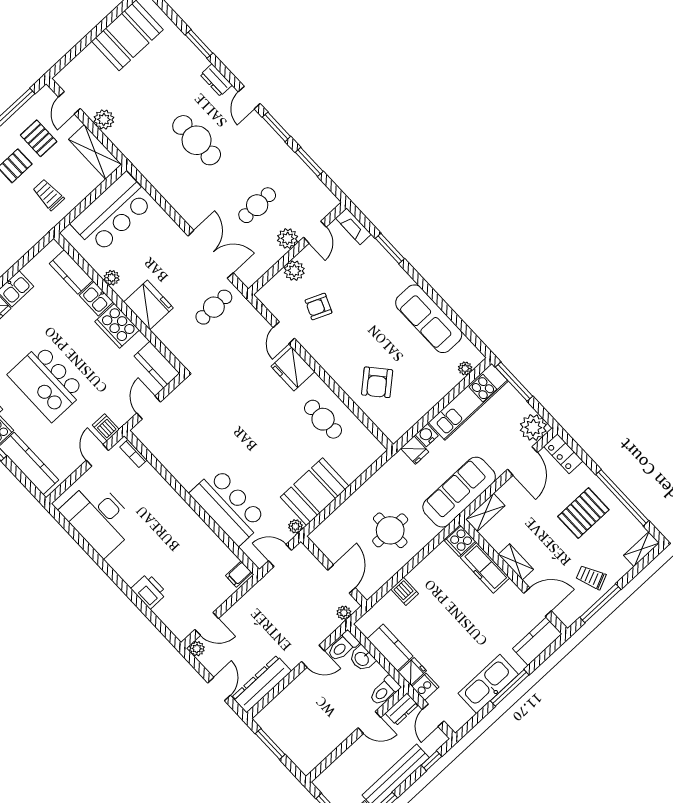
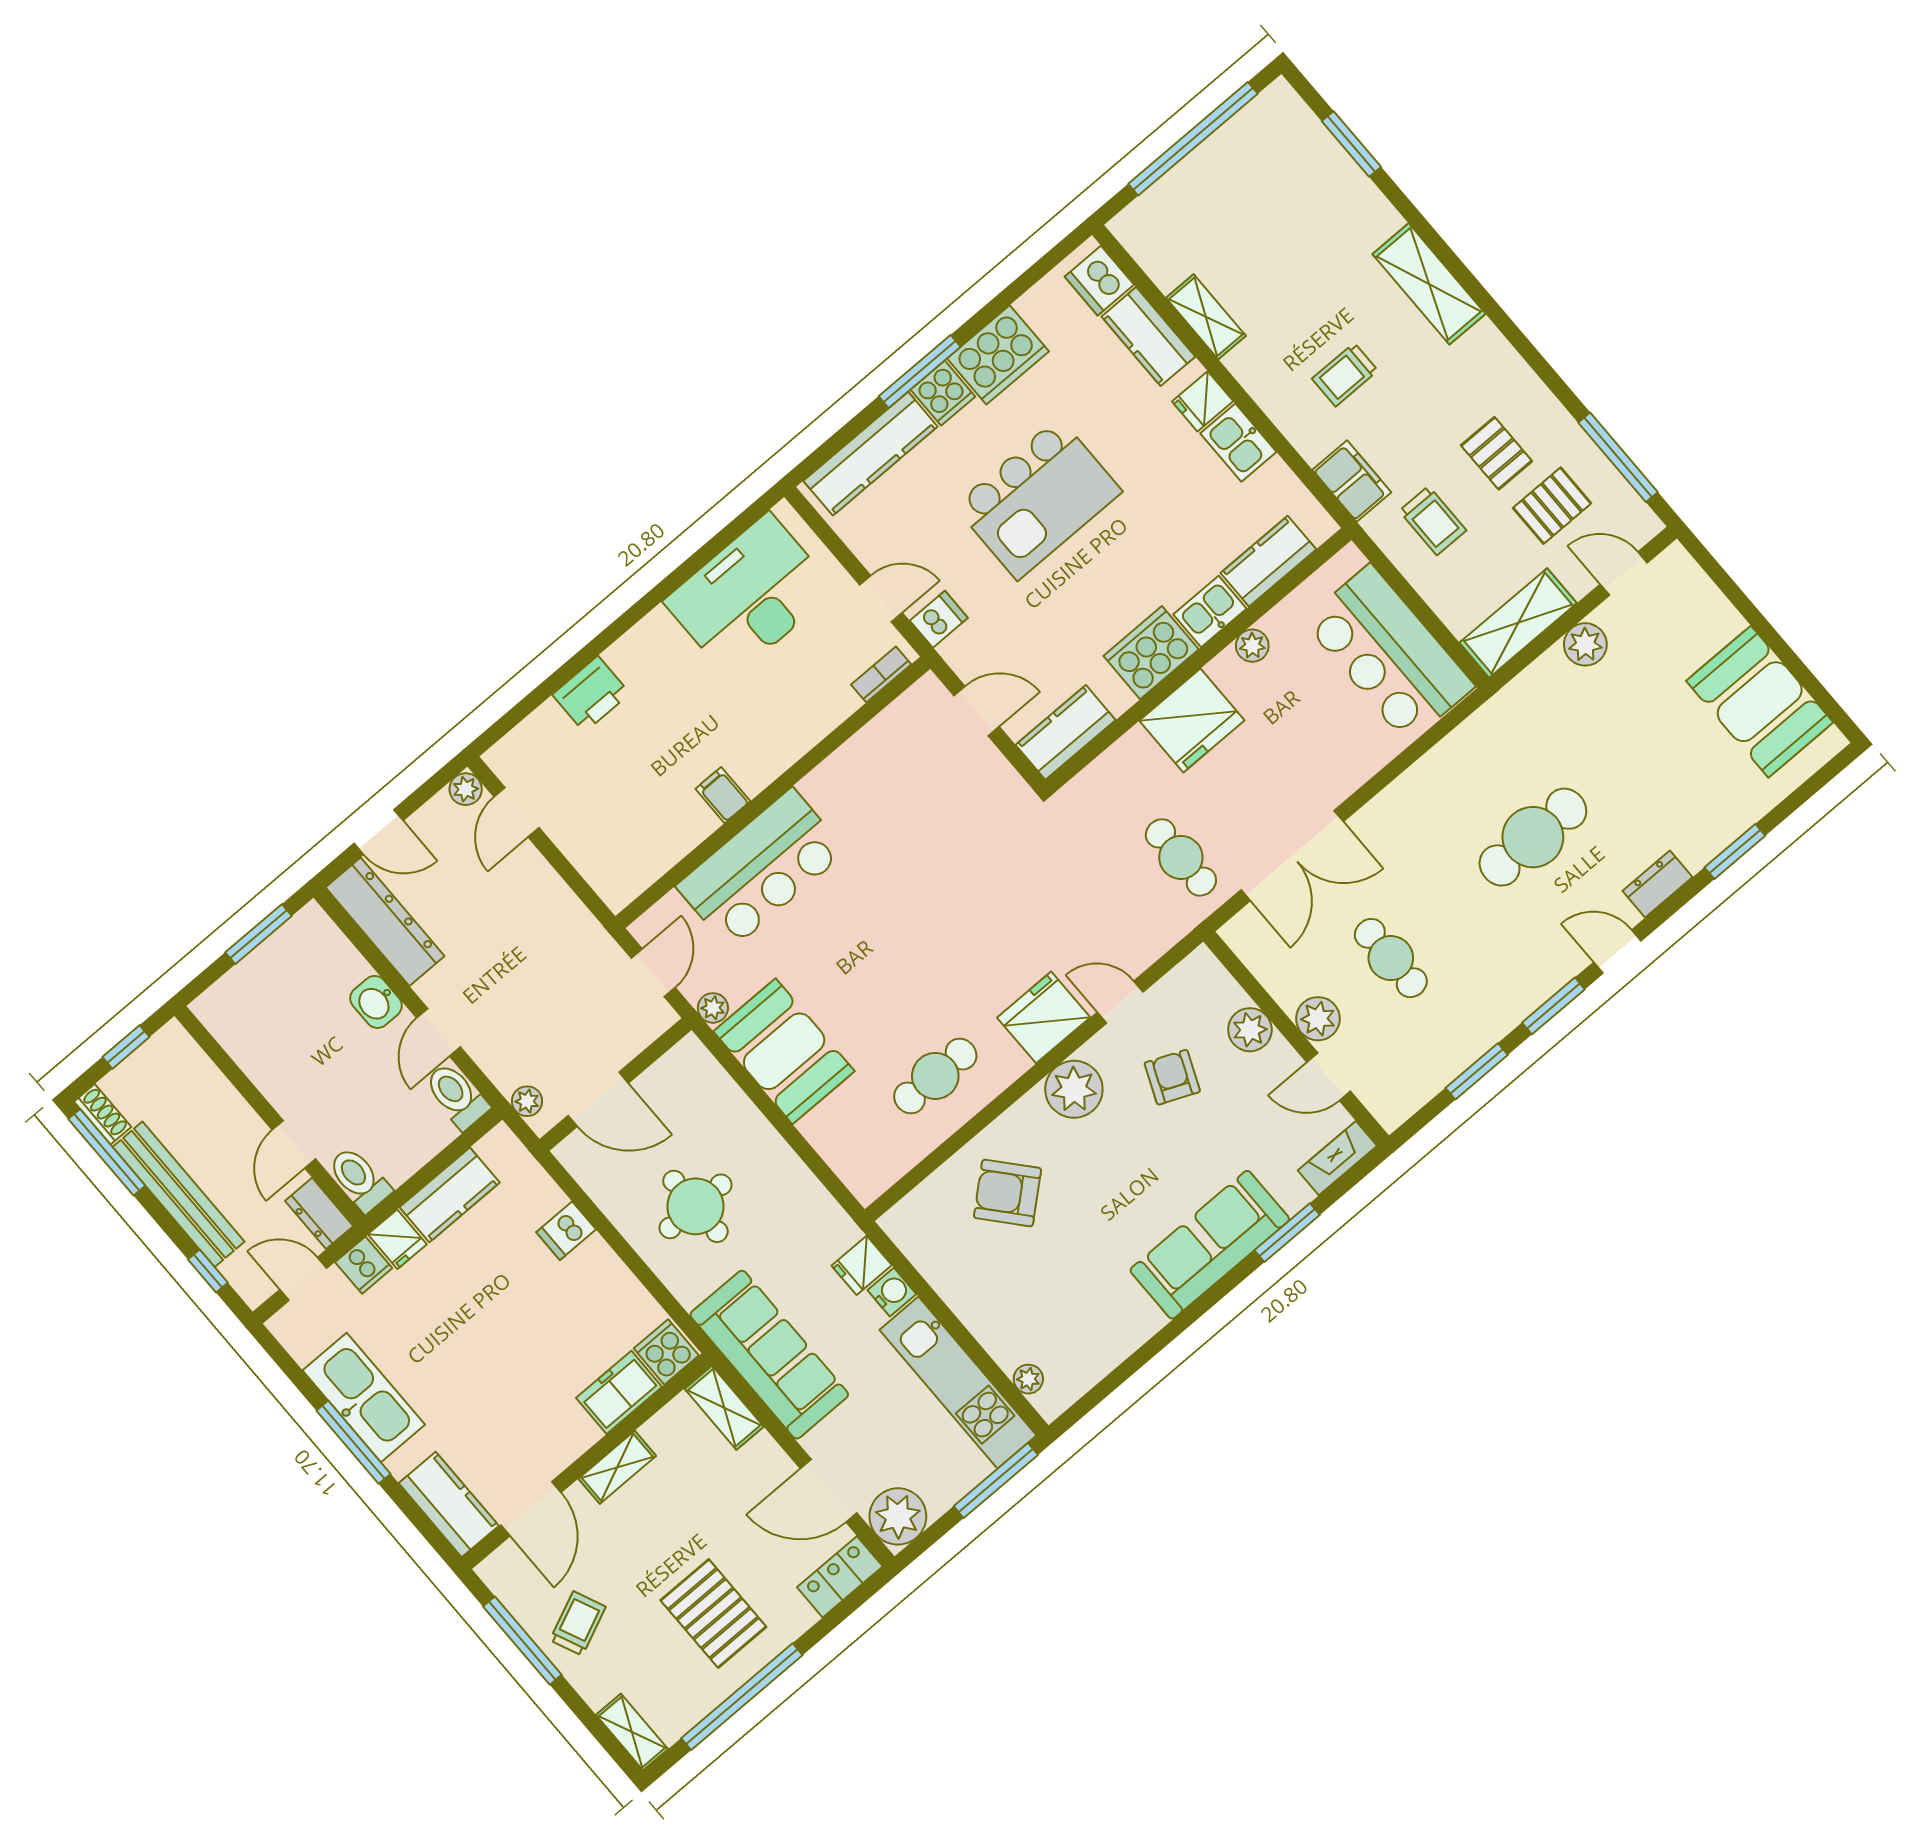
trolley: (48, 195) -> (1433, 521), turned 90
filing cabinet: (31, 234) -> (1352, 481), added
sofa: (429, 319) -> (1210, 1245), moved
plant: (326, 353) -> (1074, 1089), added
kitchen island: (46, 383) -> (1038, 499), turned 180
freezer: (485, 568) -> (619, 1392), width x0.71
filing cabinet: (239, 574) -> (723, 795), moved
washbasin: (362, 659) -> (376, 1002), moved, turned -90

